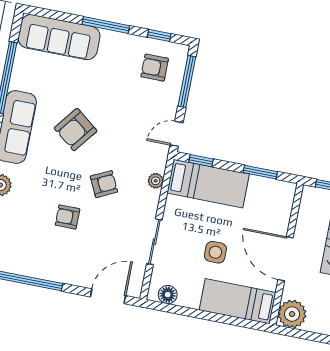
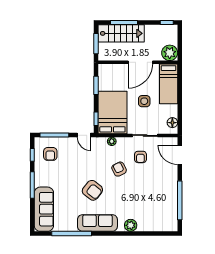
bed: (208, 184) -> (112, 112), width x1.50
armchair: (67, 217) -> (140, 157), moved

